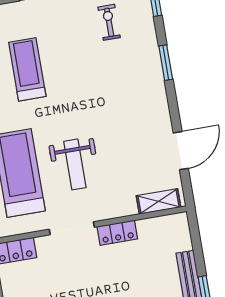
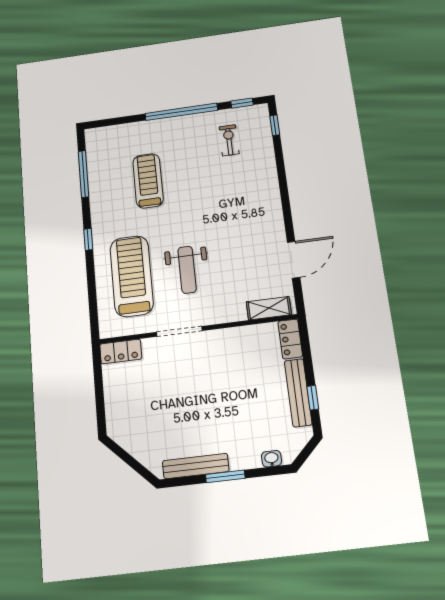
window: (166, 63) -> (282, 177), removed
locker: (117, 233) -> (290, 339), moved, turned 90

